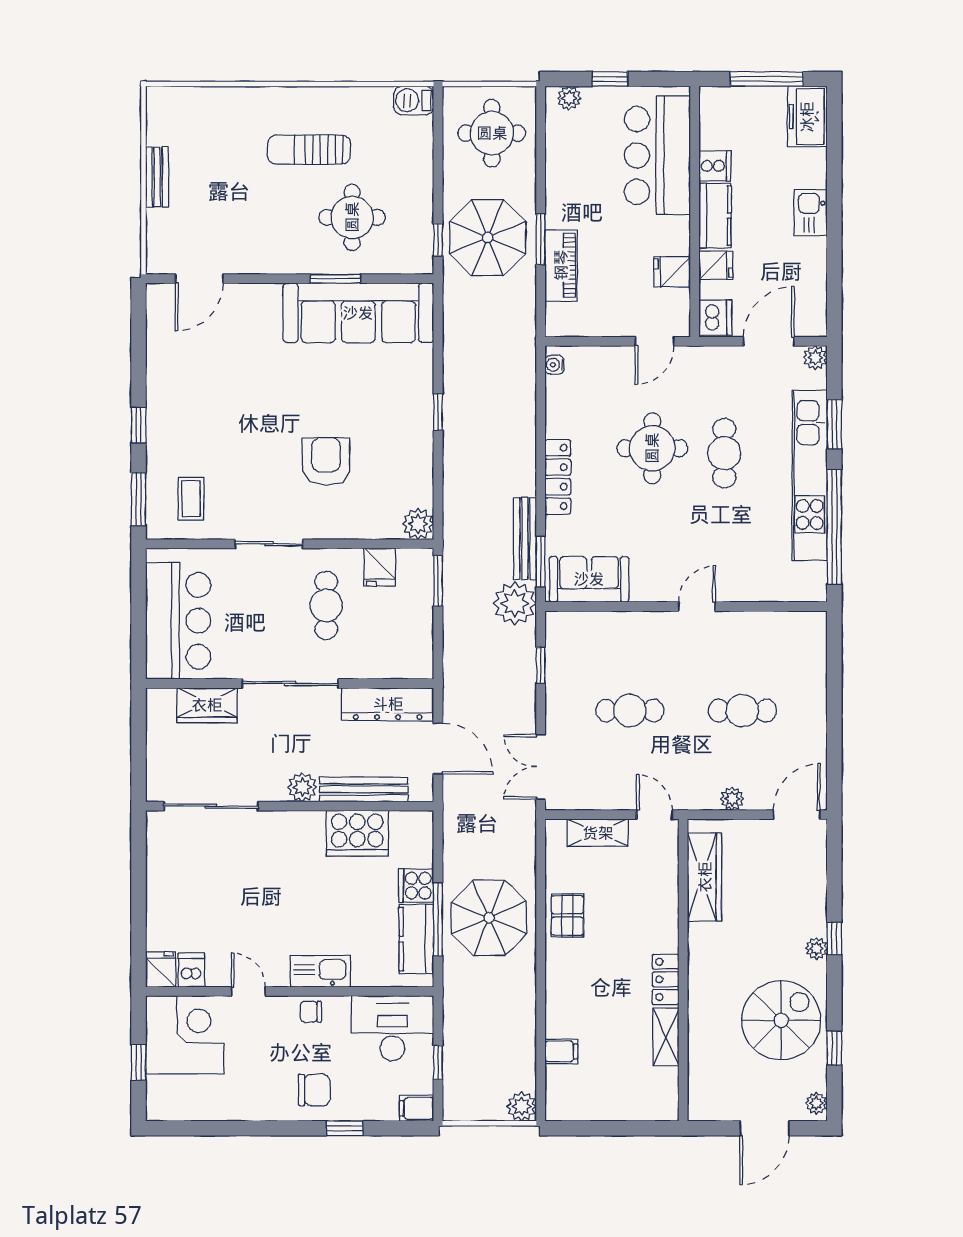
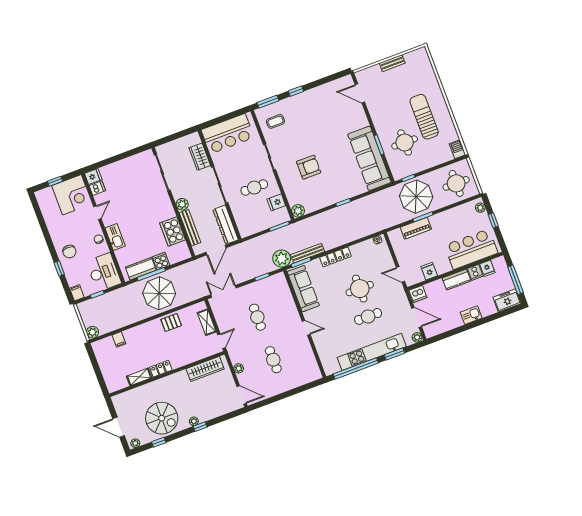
sun lounger: (309, 150) -> (424, 117), width x1.36, depth x1.34
fridge: (716, 265) -> (487, 268), moved
sofa: (589, 579) -> (303, 289), width x1.36

